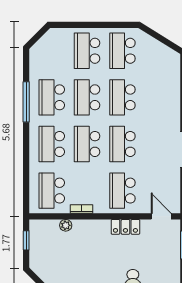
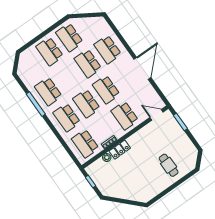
school desk: (87, 97) -> (108, 49), moved
locker: (125, 227) -> (120, 150), moved

